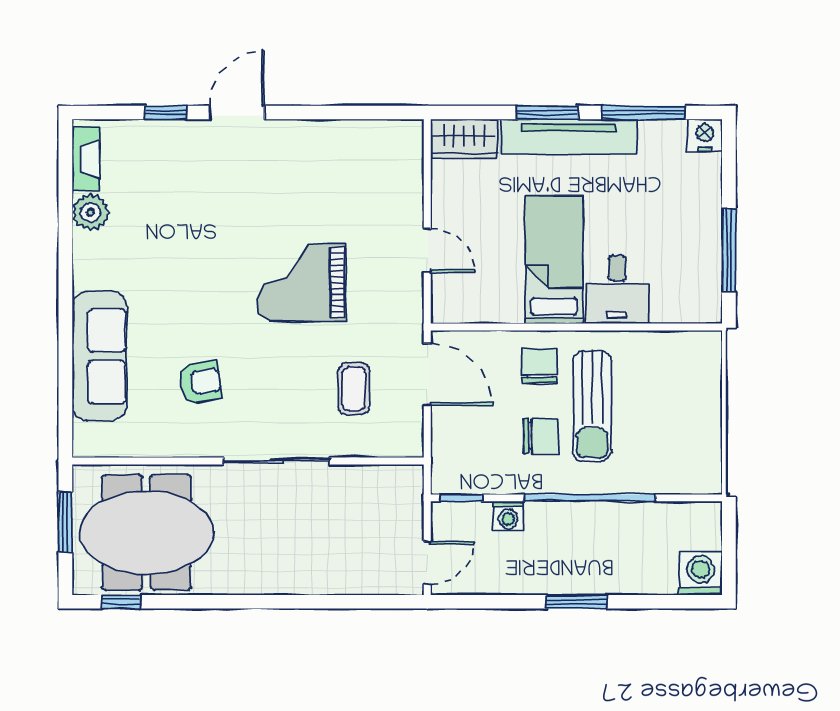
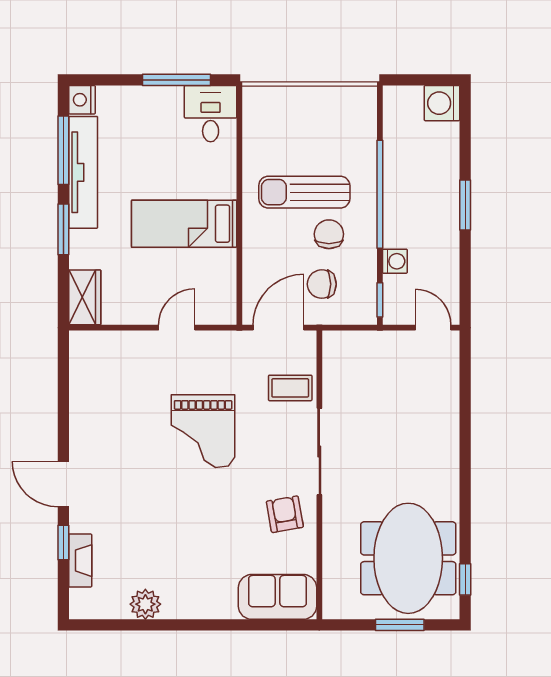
tv unit: (569, 137) -> (83, 172), moved
fireplace: (86, 159) -> (80, 561), moved, turned 90
desk: (617, 289) -> (211, 114), moved, turned -90
sofa: (100, 356) -> (278, 597), width x0.73
chair: (540, 366) -> (322, 284), moved
sun lounger: (592, 406) -> (304, 192), turned 180
wall: (248, 461) -> (319, 475), moved
sliding door: (277, 461) -> (319, 452), moved

